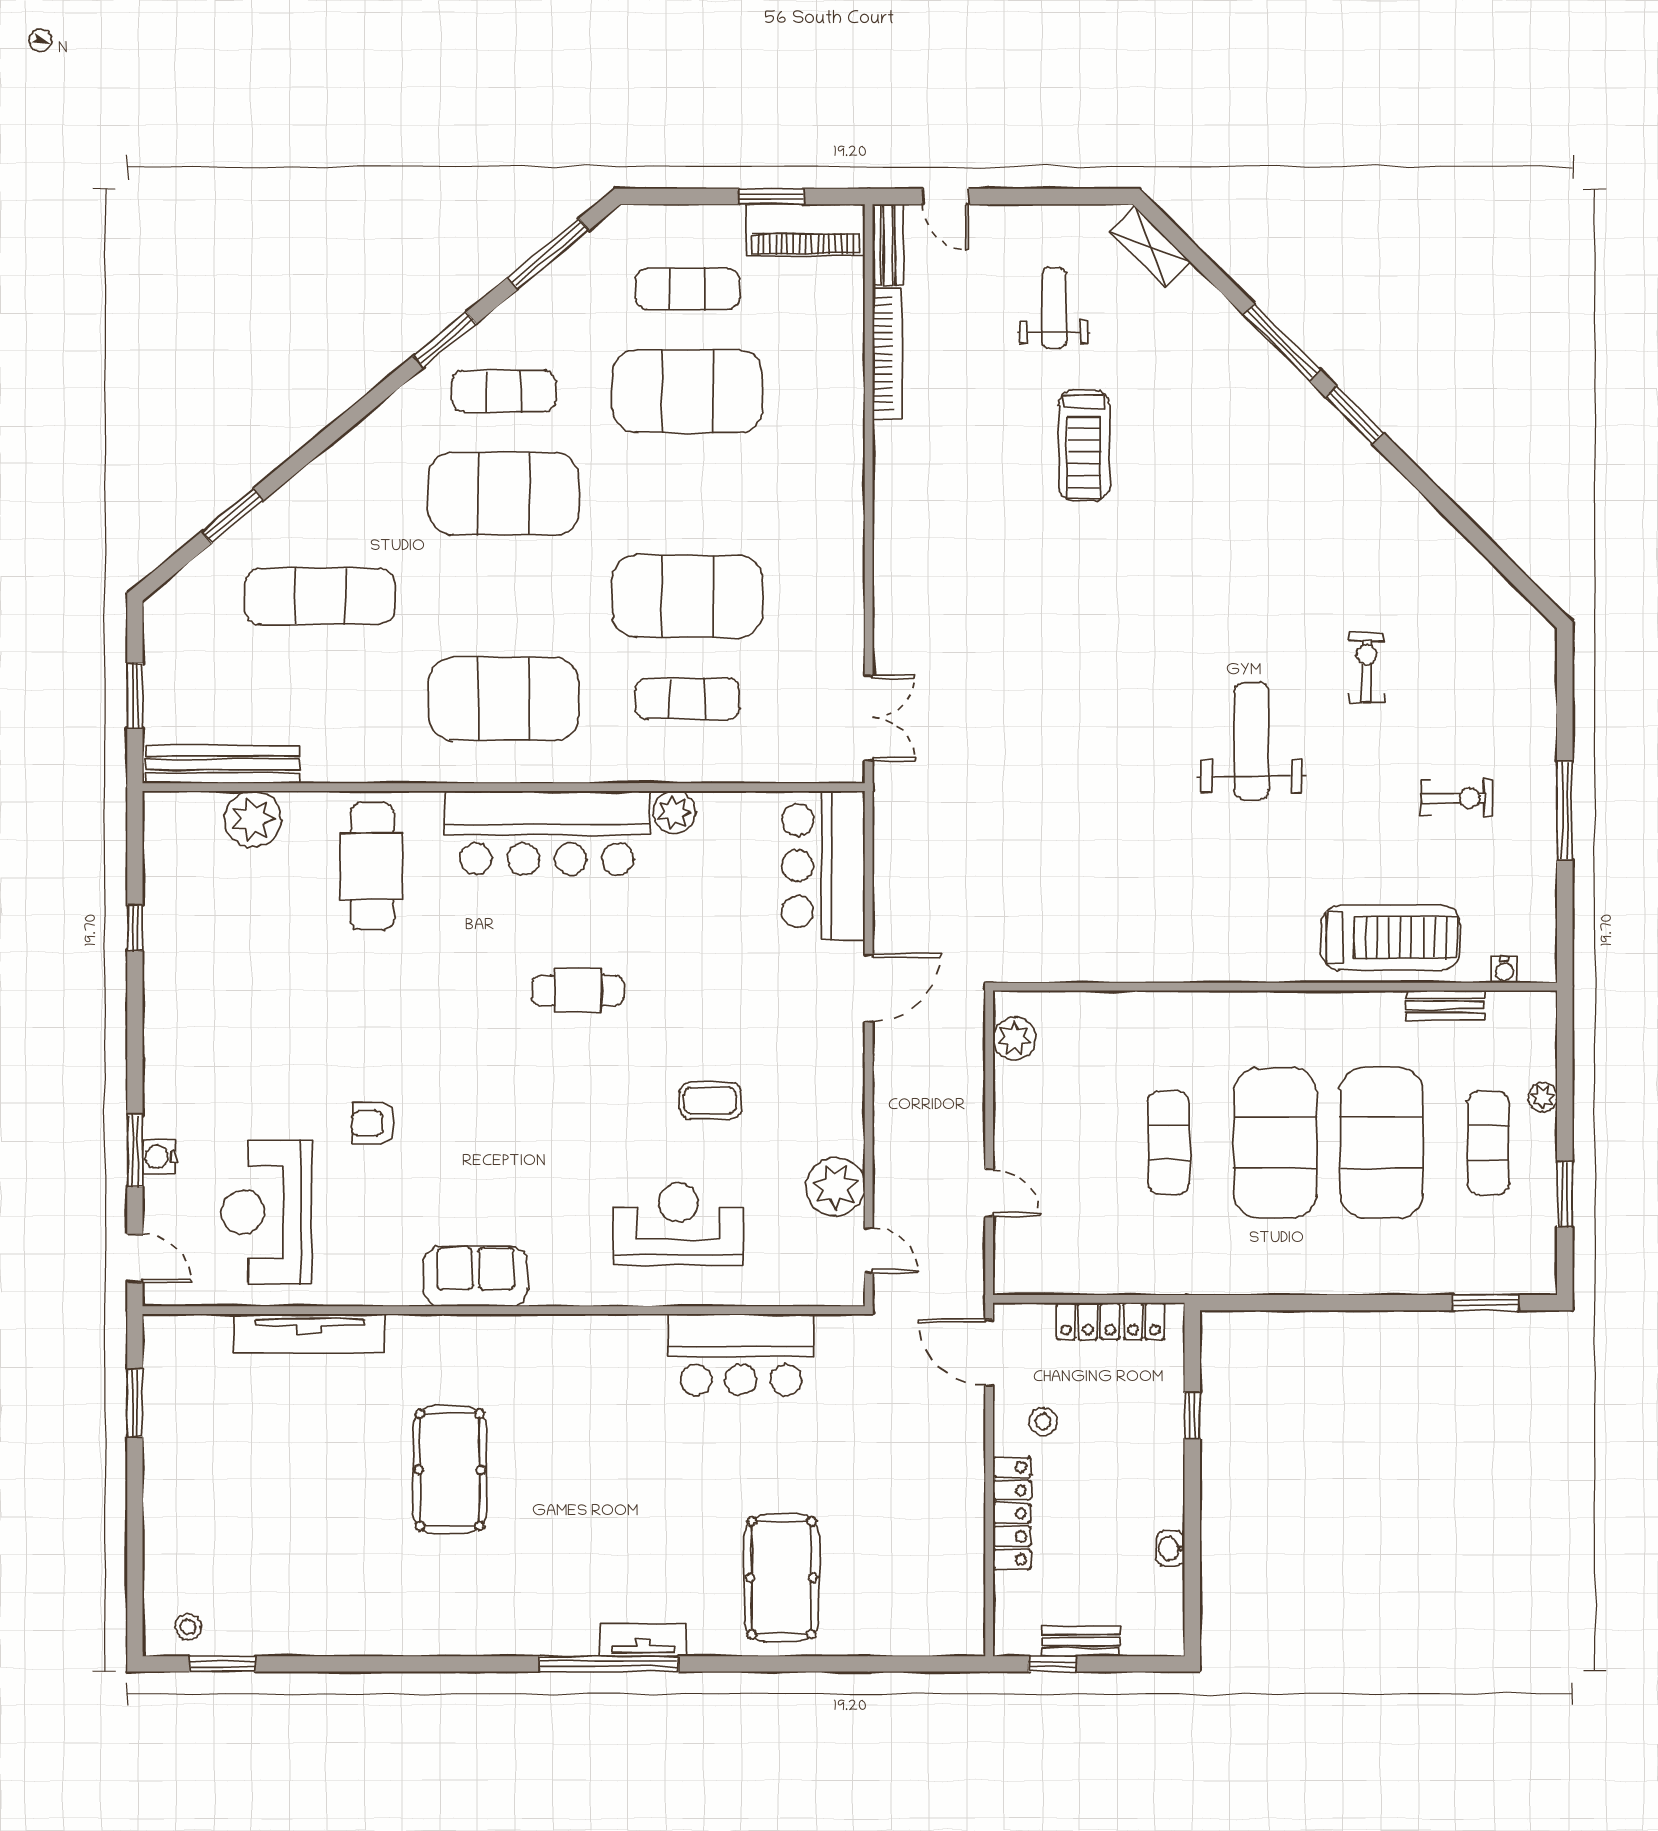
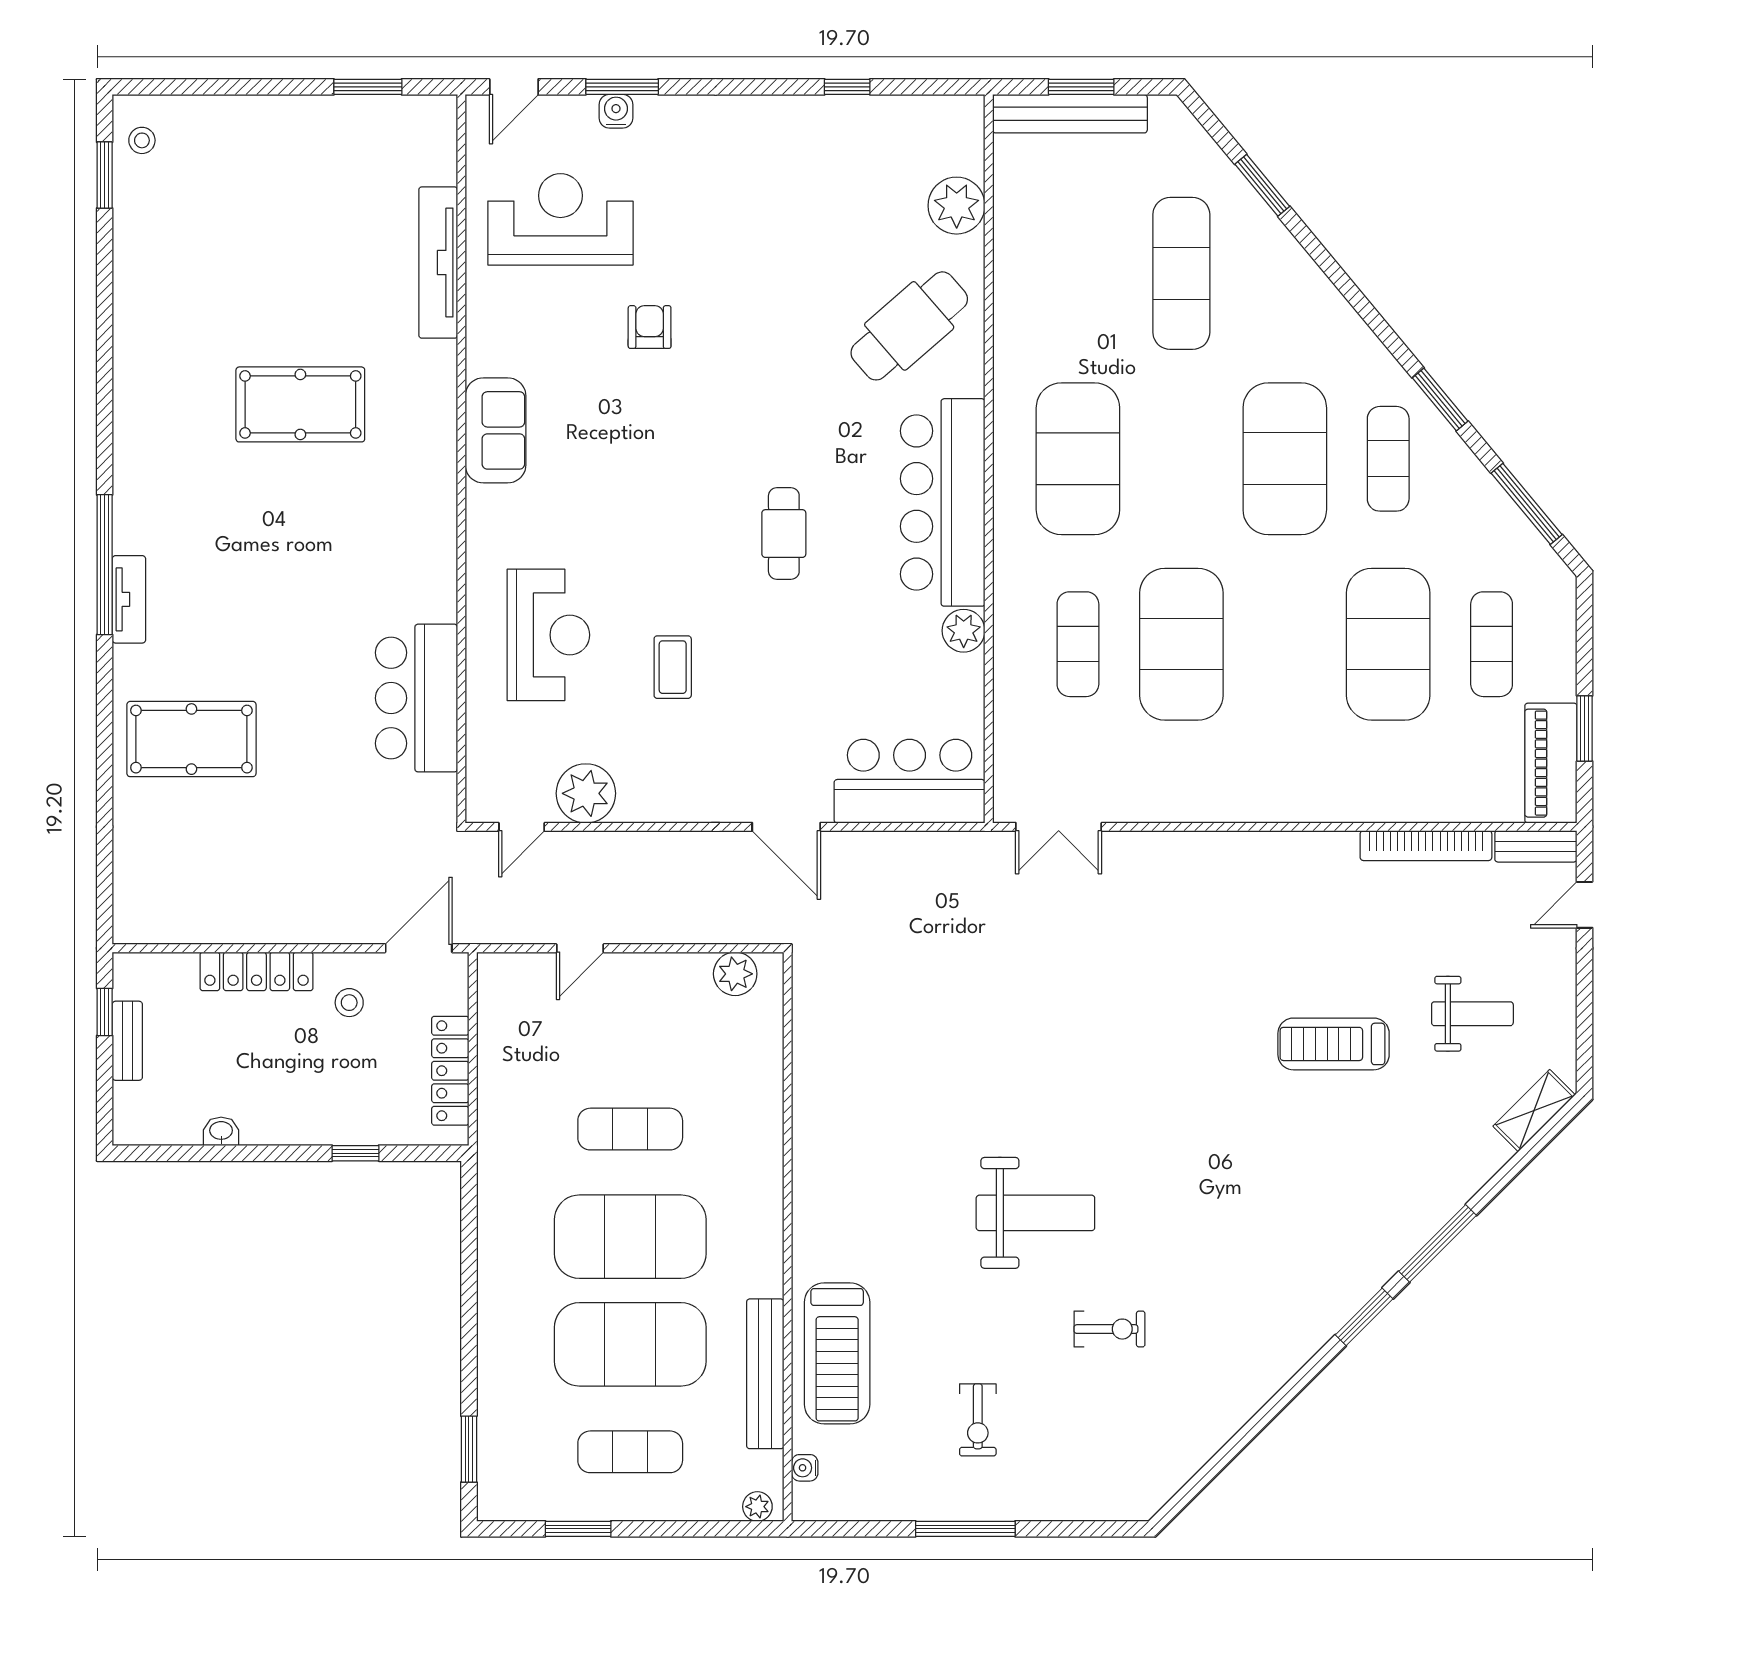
bench: (223, 764) -> (1070, 114), moved, turned 90
cafe table: (372, 866) -> (909, 326), turned -41
bench: (1445, 1006) -> (765, 1374), width x1.86, depth x1.21
plant: (1543, 1097) -> (757, 1507), moved

